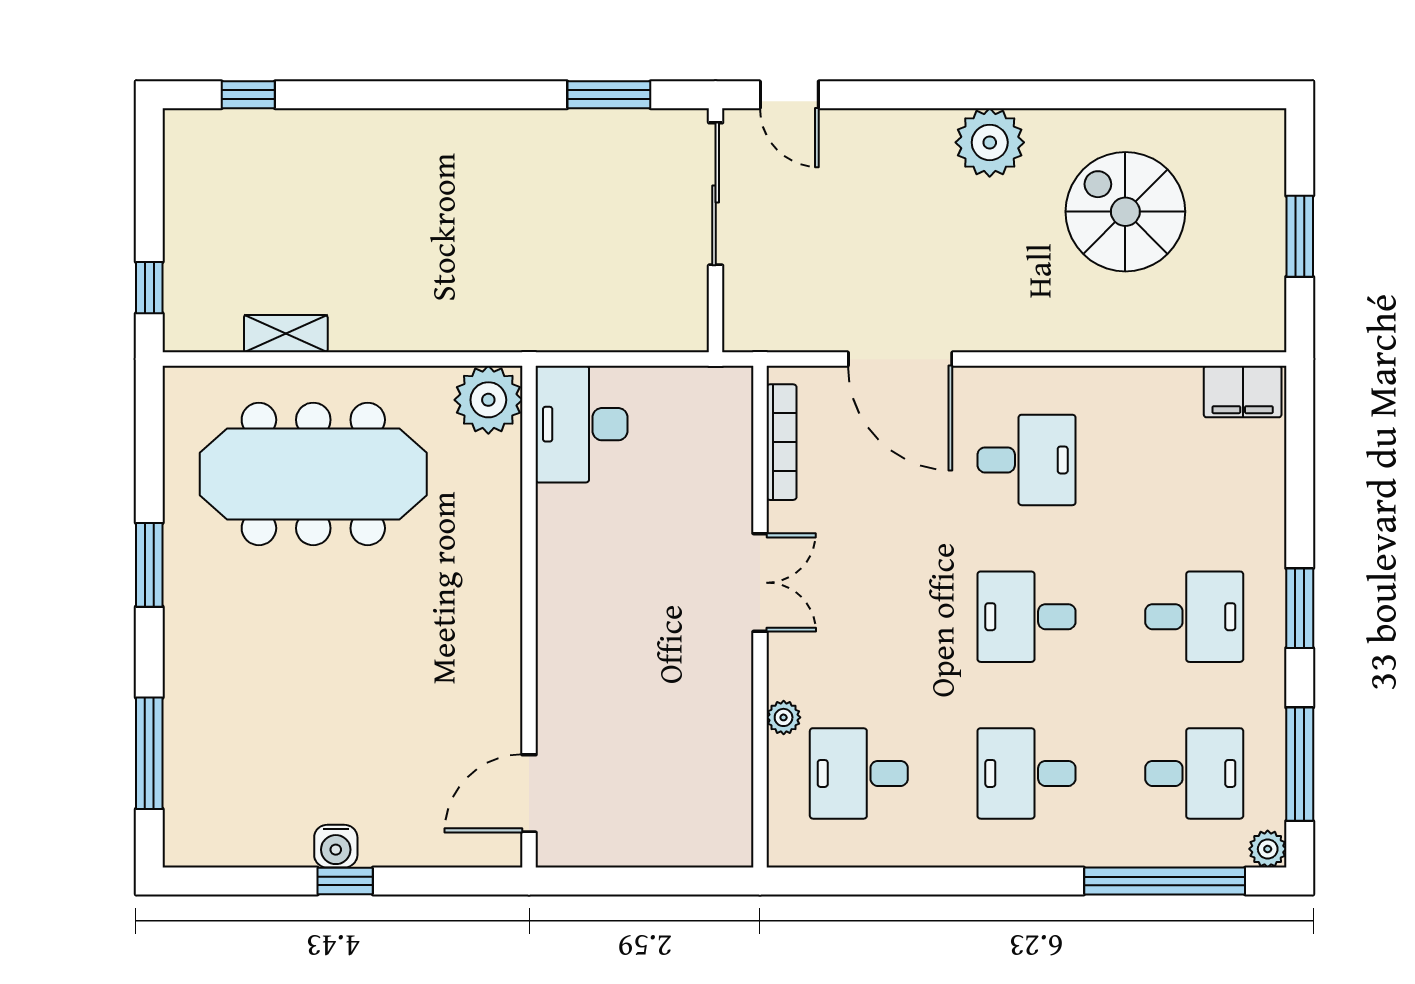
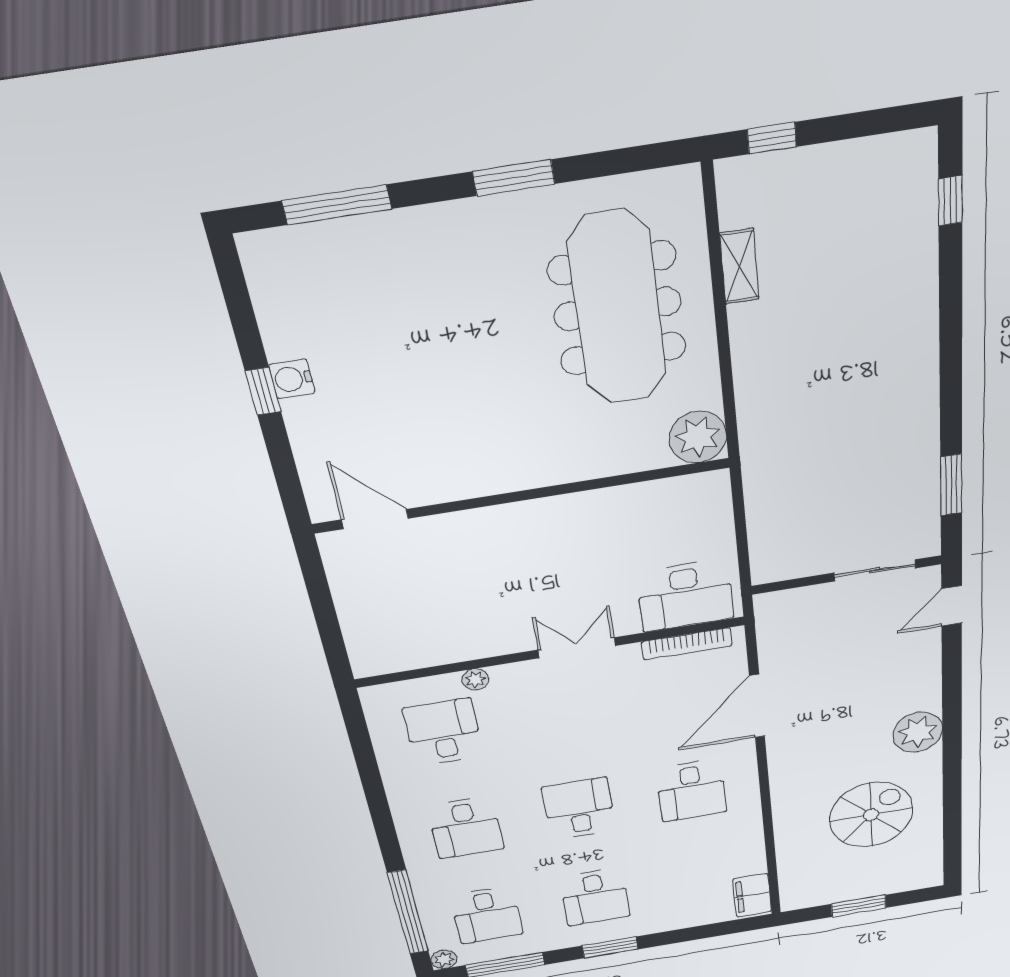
sliding door: (716, 194) -> (875, 570), width x0.73
desk: (582, 424) -> (685, 596), moved, turned 180
double door: (760, 583) -> (577, 648), swing flipped
desk: (1027, 773) -> (466, 828), turned 180

